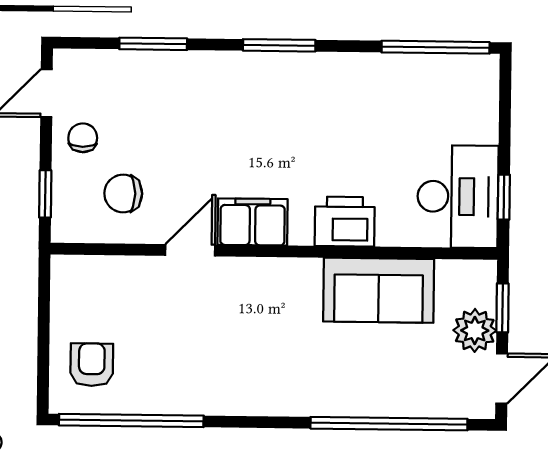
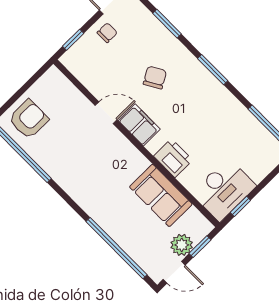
chair: (123, 193) -> (155, 78), moved, turned 60
armchair: (92, 365) -> (29, 119), width x1.38, depth x1.38

